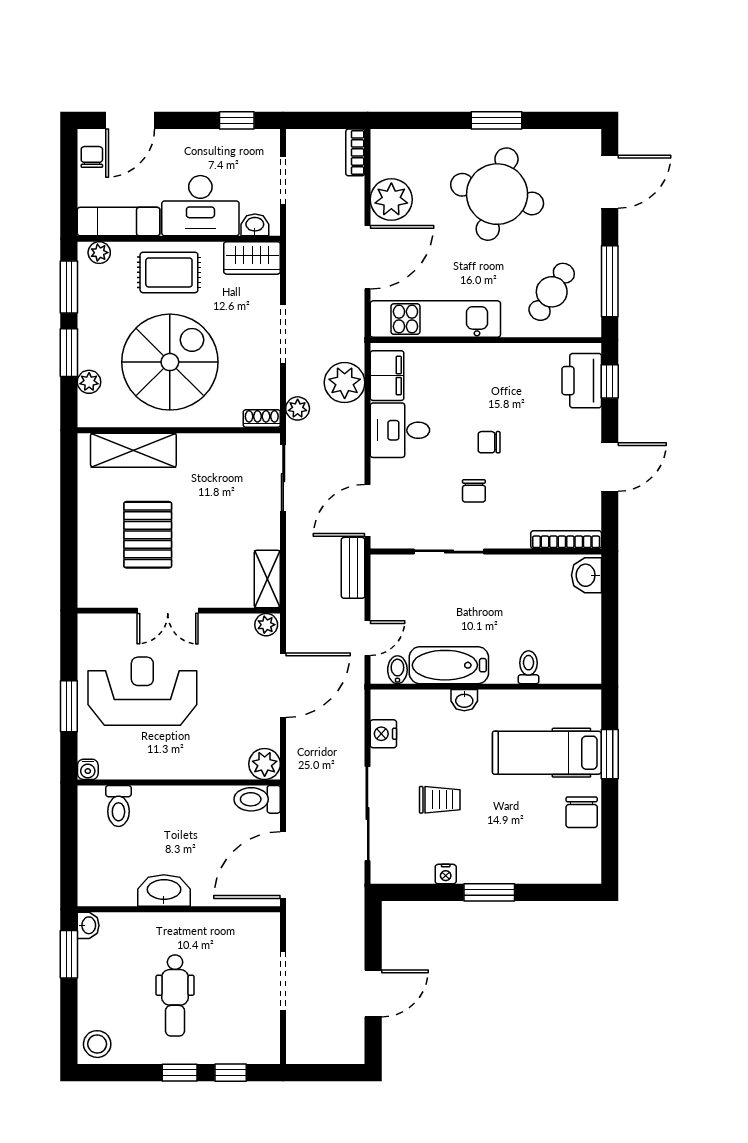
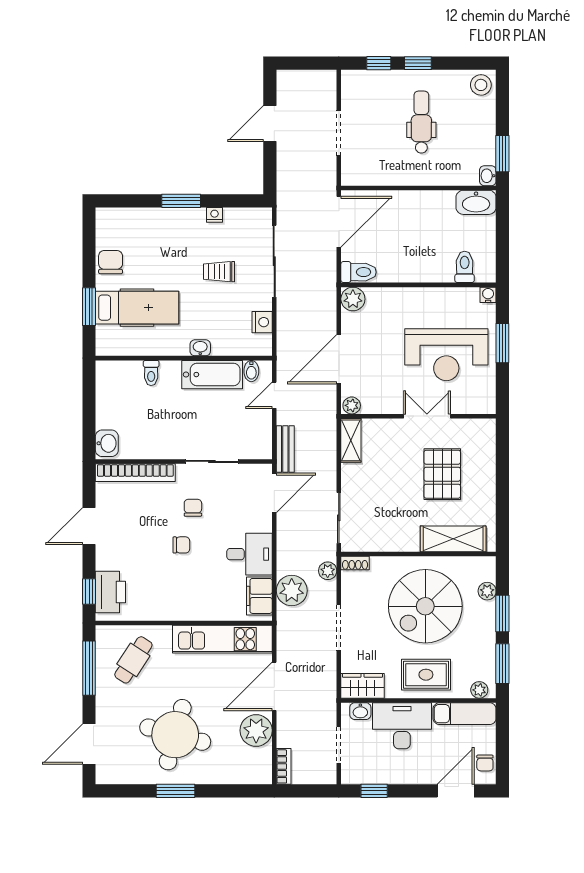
bookcase: (566, 540) -> (135, 473), width x1.48, depth x1.31
washbasin: (164, 890) -> (476, 202), moved

